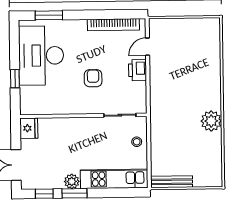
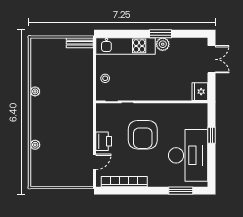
plant: (215, 65) -> (35, 145), added
armchair: (93, 78) -> (143, 135), width x1.88, depth x1.88
plant: (211, 121) -> (35, 91), width x0.53, depth x0.53
bench: (172, 182) -> (80, 43), width x0.73
window: (44, 194) -> (187, 34), removed

